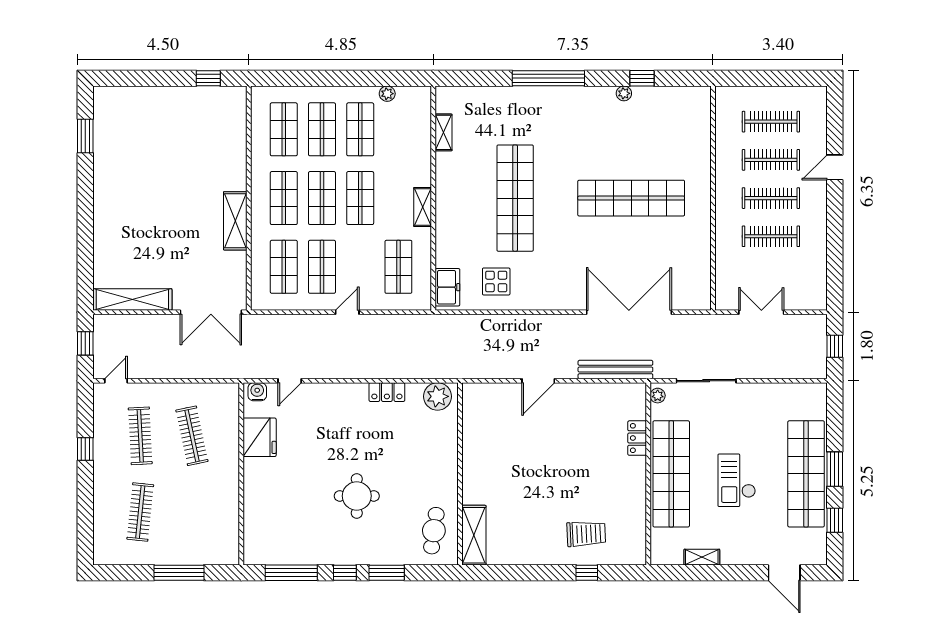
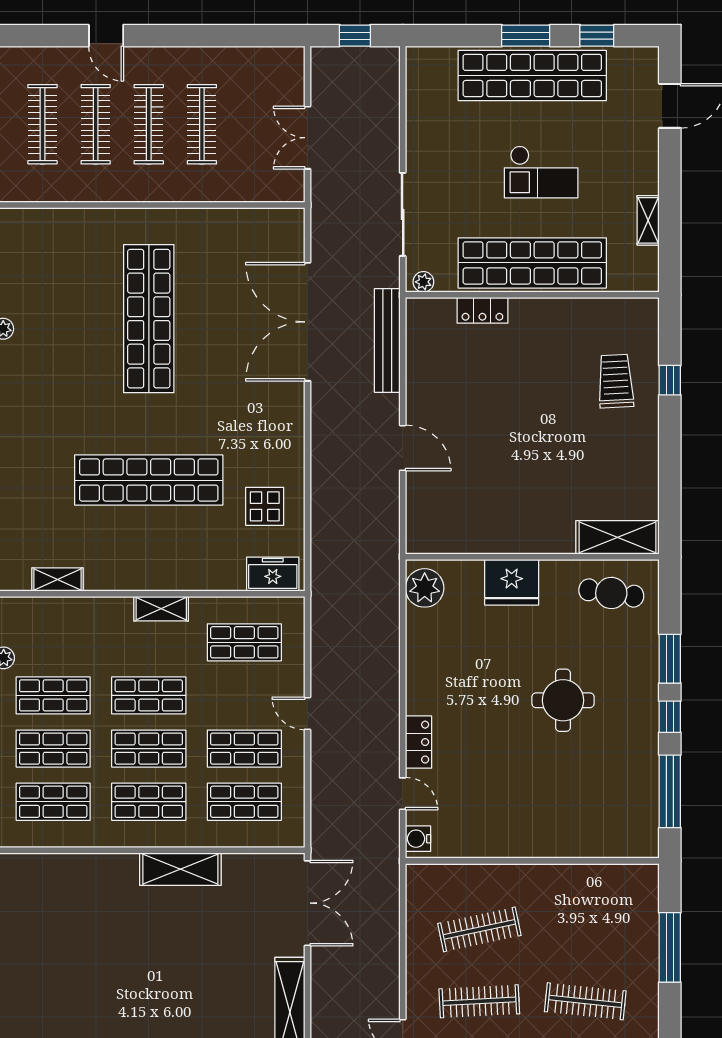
locker: (387, 392) -> (419, 742), moved
fridge: (260, 437) -> (512, 582), moved, turned 180

